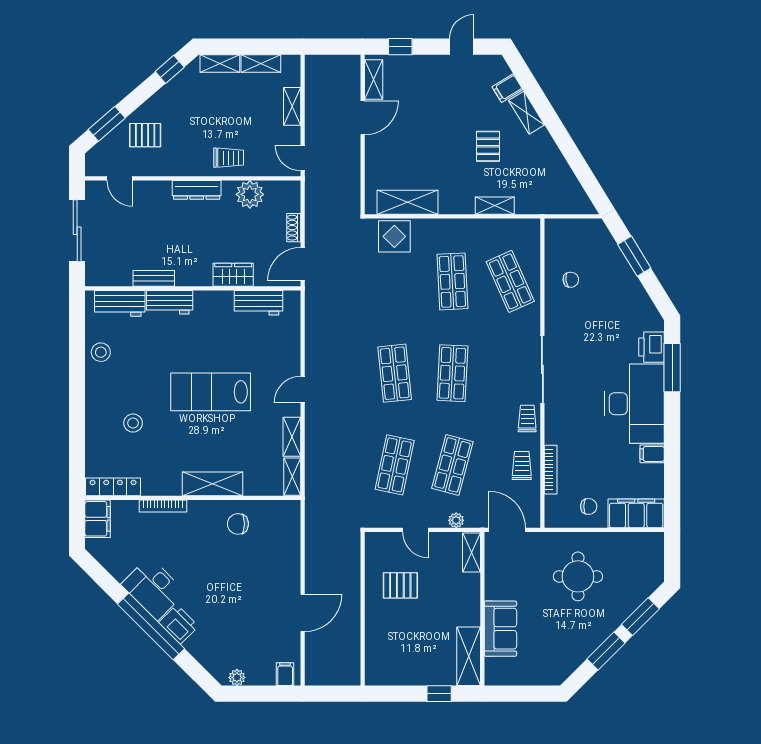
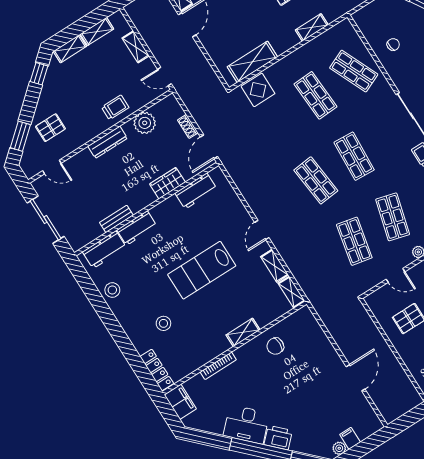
shelving: (213, 484) -> (243, 332), width x0.67, depth x0.75
locker: (113, 487) -> (157, 370), moved, turned 90
filing cabinet: (285, 674) -> (350, 438), moved

